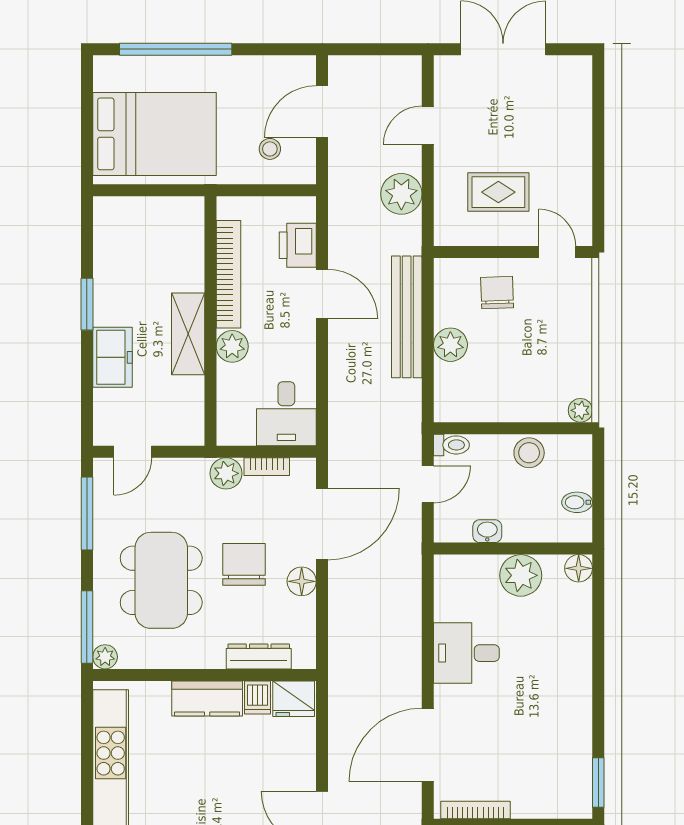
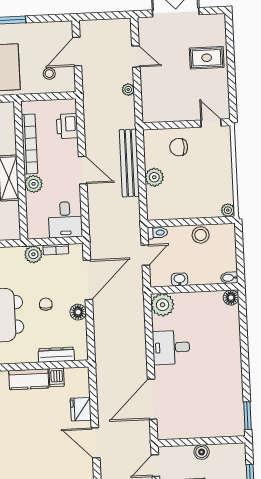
door: (428, 125) -> (136, 56), swing flipped
rug: (498, 192) -> (207, 58), moved
plant: (401, 194) -> (128, 90), width x0.53, depth x0.53
chair: (497, 293) -> (179, 147), turned -88
door: (322, 294) -> (83, 170), moved
bidet: (577, 502) -> (229, 278), moved
chair: (244, 564) -> (46, 304), width x0.54, depth x0.54
plant: (521, 575) -> (163, 305), moved
fridge: (294, 699) -> (81, 409), moved, turned 90
bookcase: (475, 810) -> (180, 434), removed

